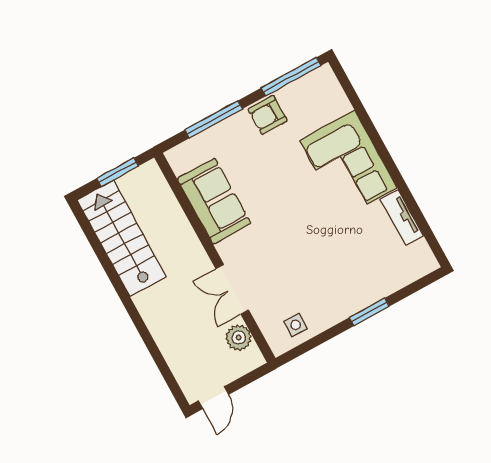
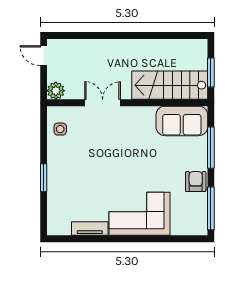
sofa: (214, 201) -> (182, 121), moved
stairs: (122, 238) -> (170, 85), moved, turned 180
plant: (239, 338) -> (56, 91), moved

